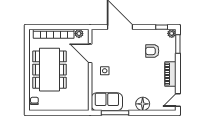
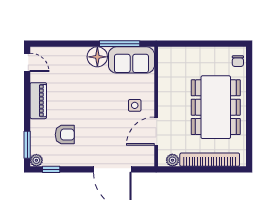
door: (90, 53) -> (156, 131), swing flipped
door: (178, 100) -> (27, 62), hinge flipped
floor lamp: (143, 104) -> (97, 57), moved

